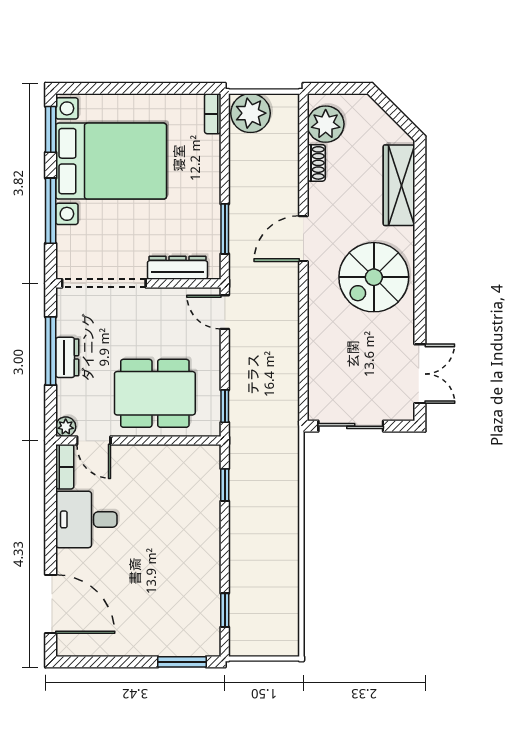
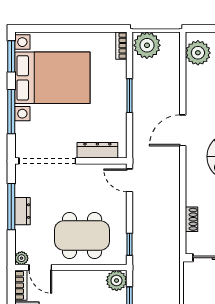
shoe rack: (316, 163) -> (192, 219), moved
window: (225, 229) -> (129, 96), moved
plant: (206, 460) -> (117, 280), added

